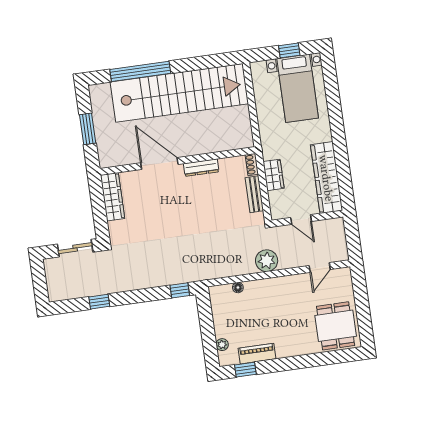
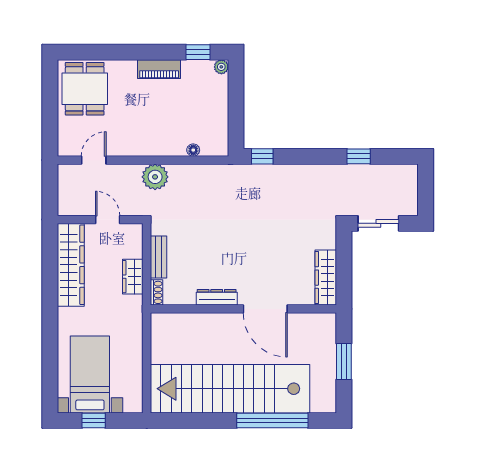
plant: (222, 345) -> (221, 67), moved
piano: (257, 354) -> (159, 69), moved

